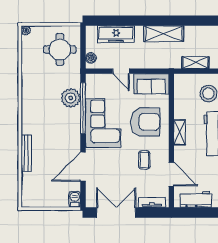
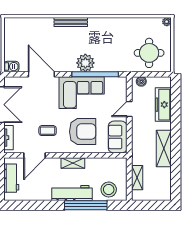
plant: (71, 98) -> (85, 63), moved
armchair: (145, 122) -> (83, 132), turned -90
bench: (26, 153) -> (71, 22), moved

